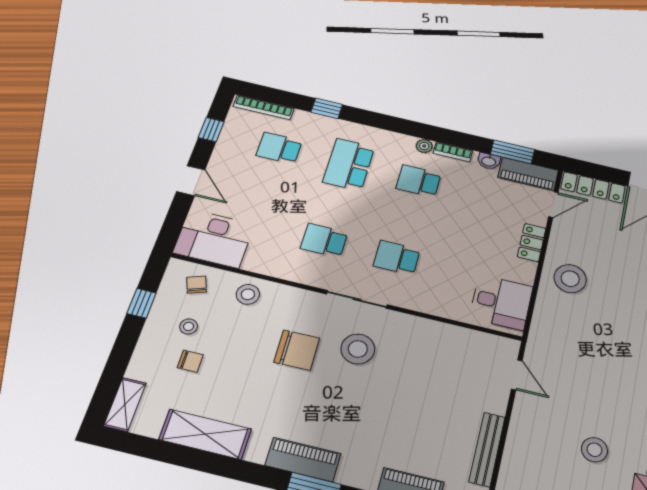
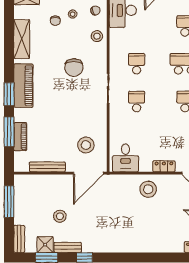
stool: (358, 349) -> (86, 145), moved
door: (517, 375) -> (88, 173), width x1.87
piano: (303, 459) -> (23, 86), width x1.37, depth x1.33

